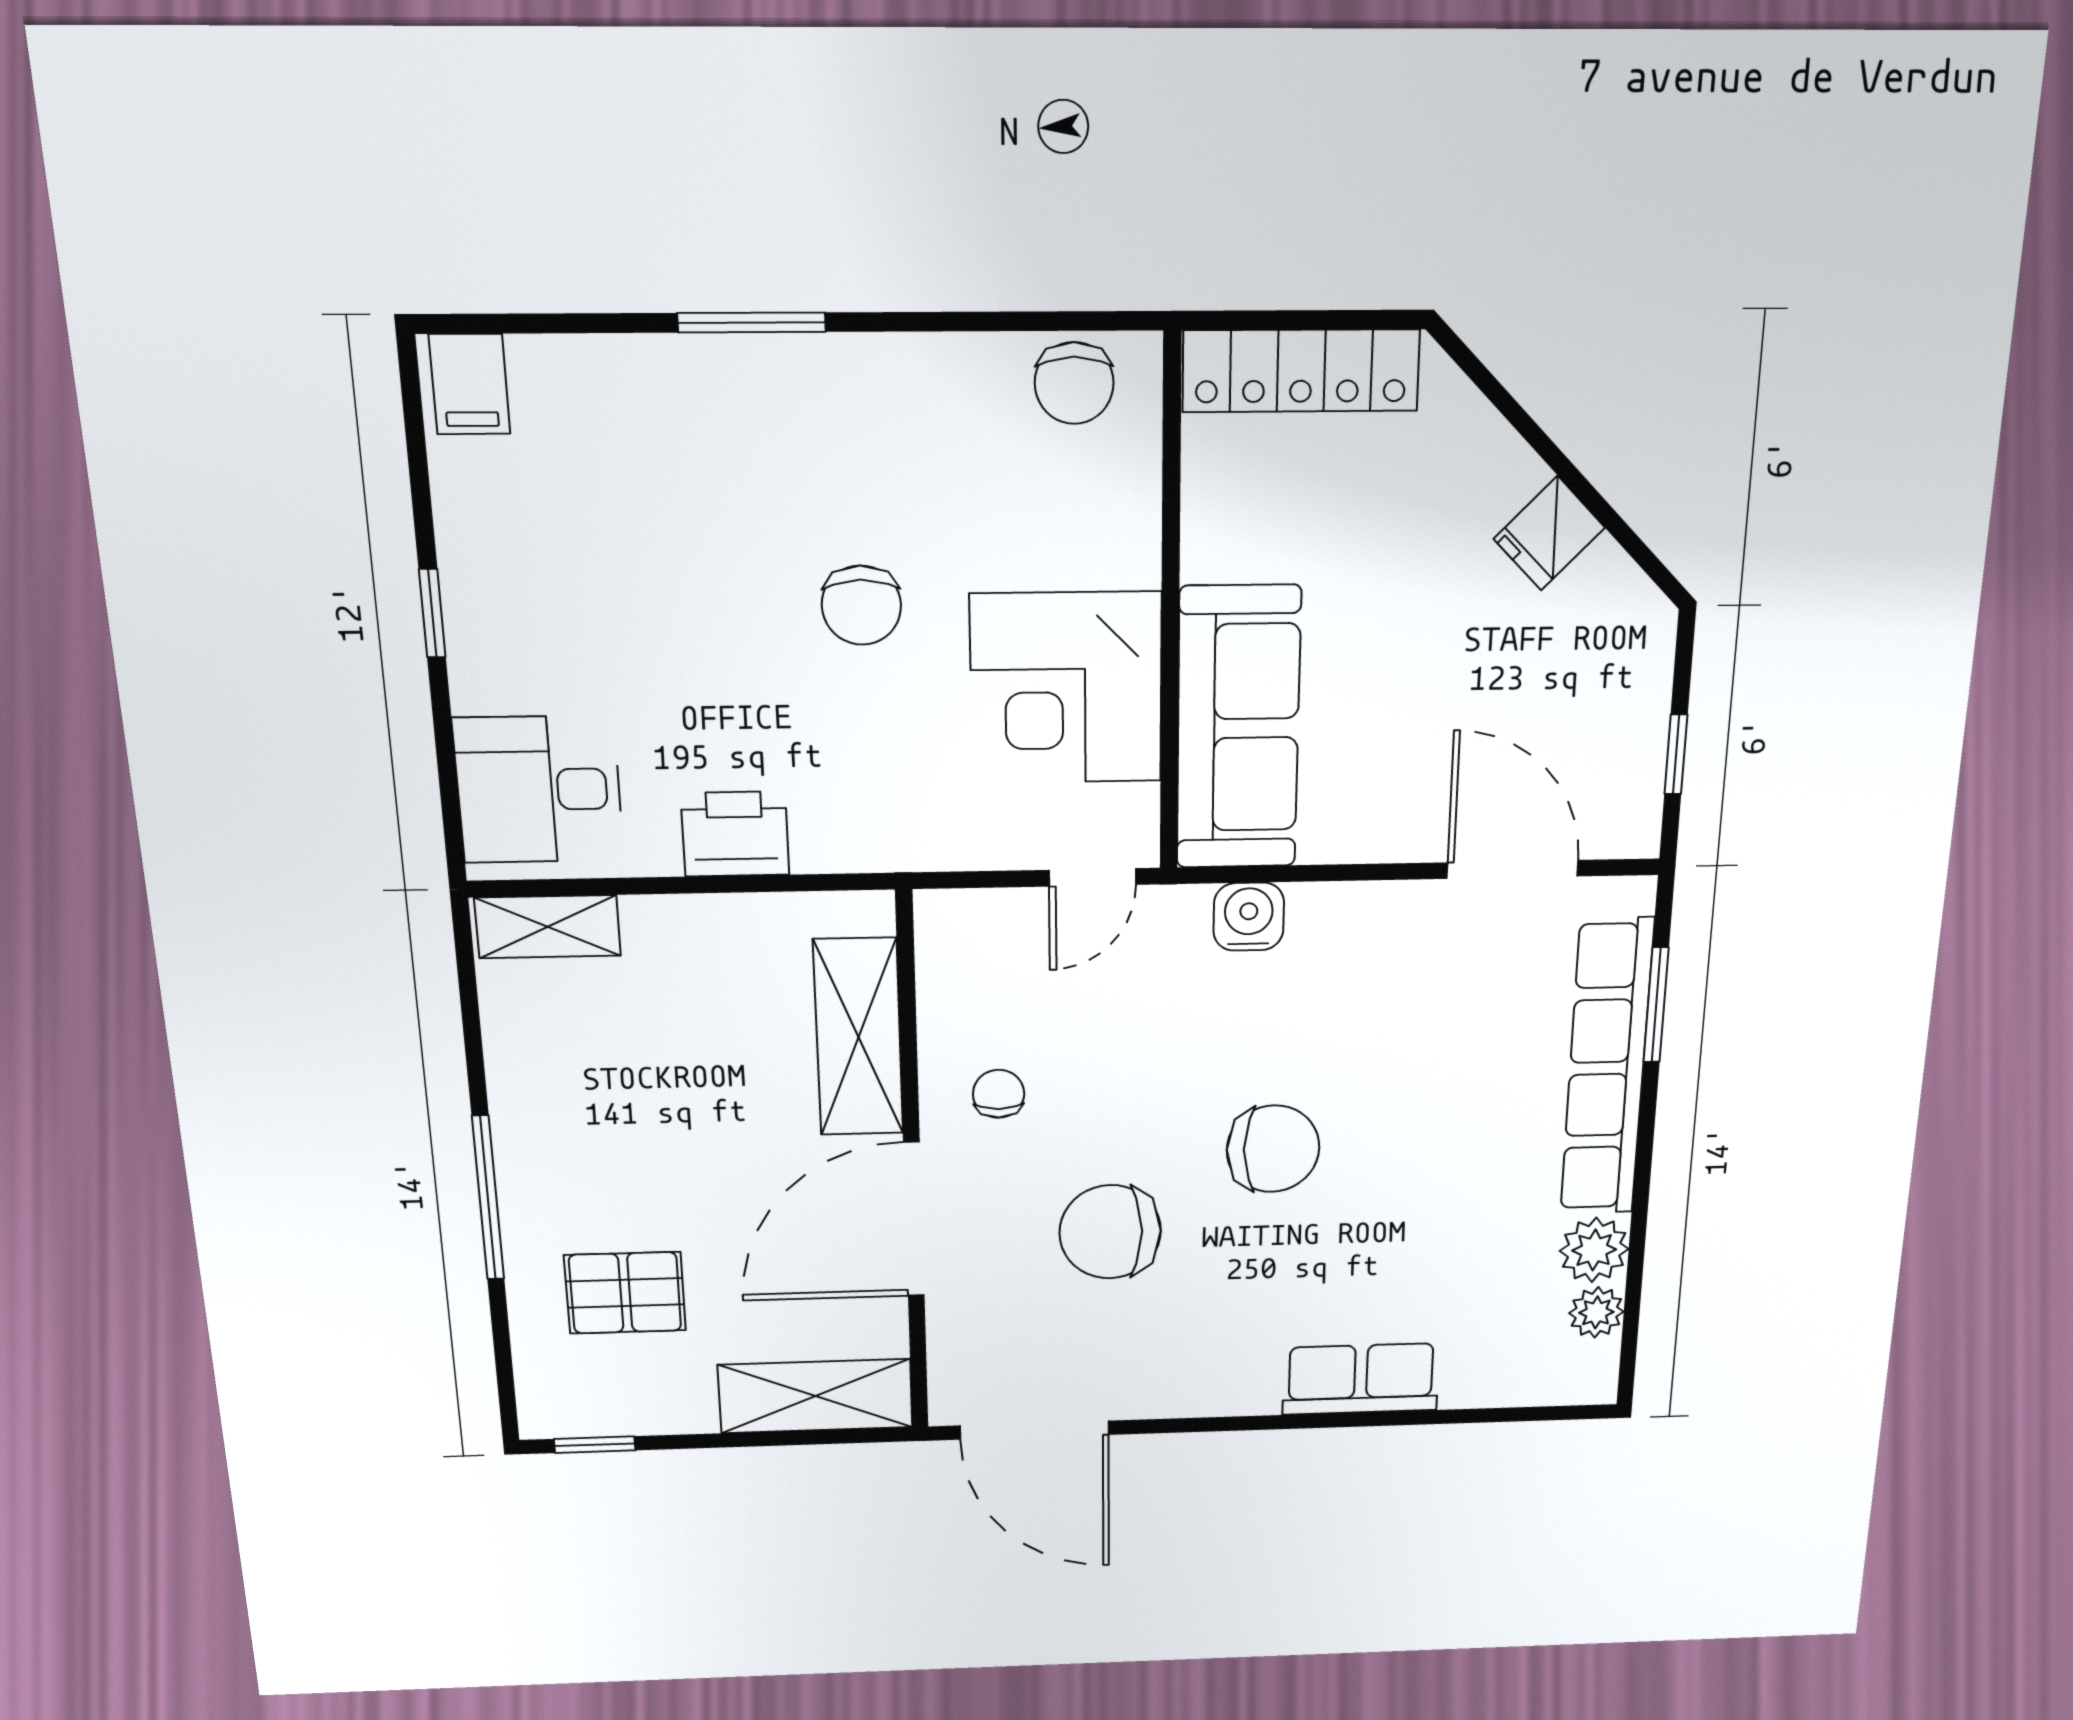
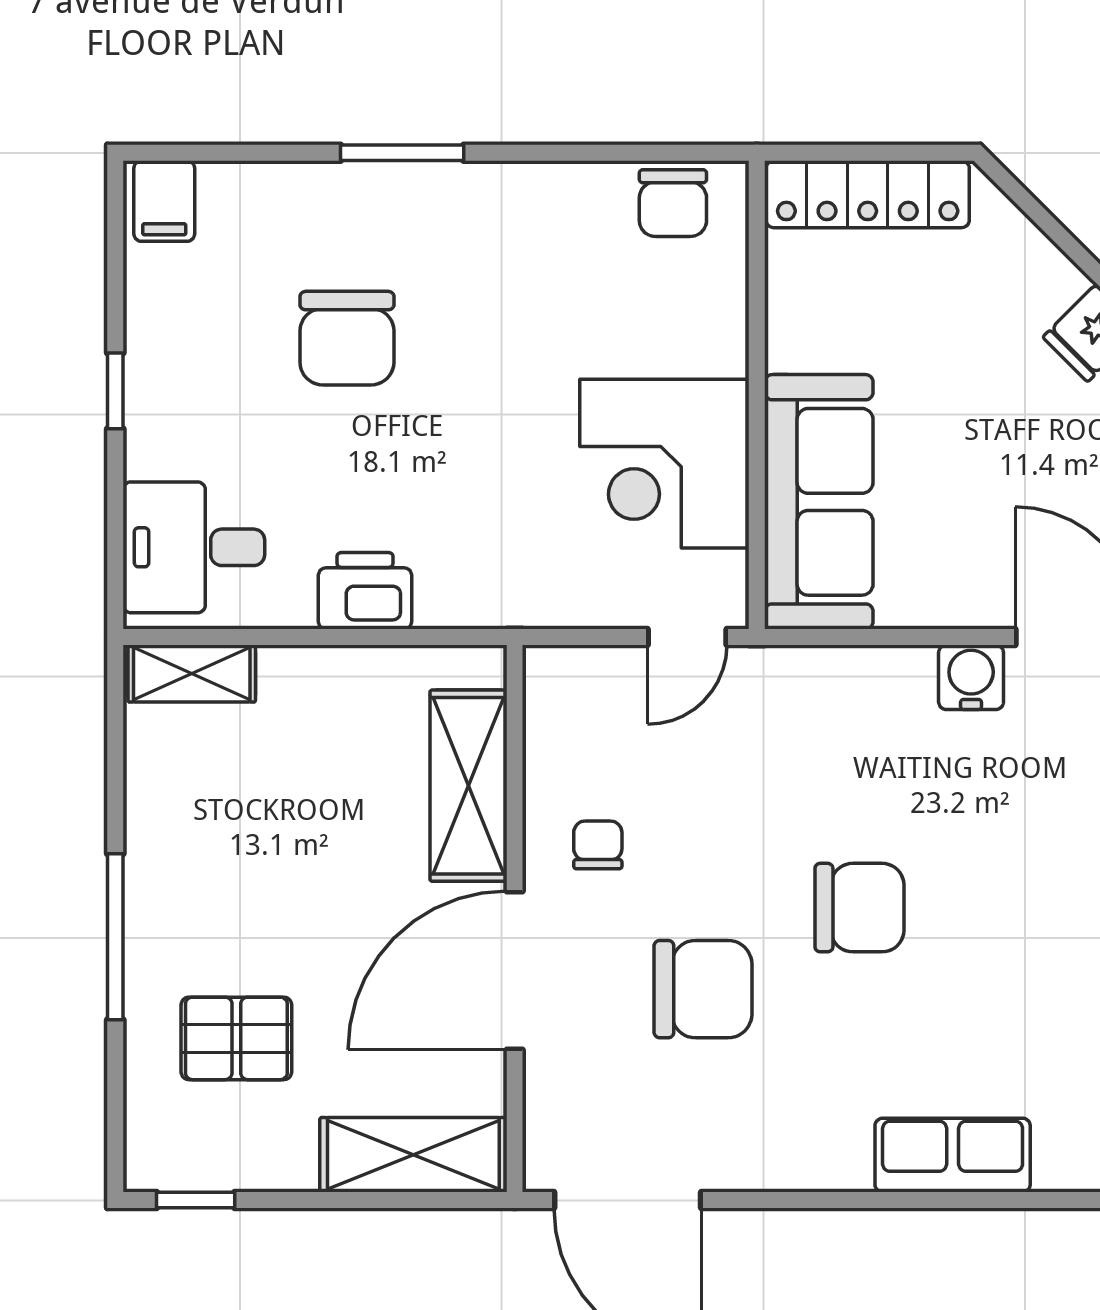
chair: (861, 605) -> (347, 338), moved, width x1.37, depth x1.37
water cooler: (1249, 917) -> (971, 677), moved
chair: (1110, 1232) -> (703, 989), turned 180

